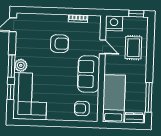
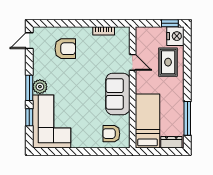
nightstand: (114, 23) -> (175, 36), moved, turned 90
armchair: (60, 44) -> (65, 49), moved

